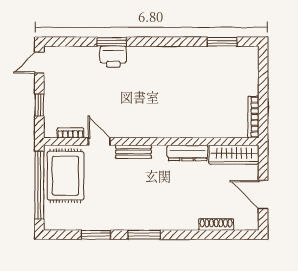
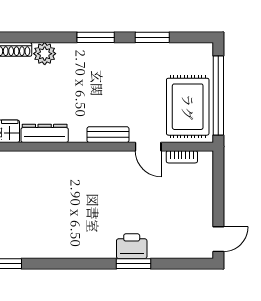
window: (39, 105) -> (218, 190), removed
plant: (188, 221) -> (45, 54), added

